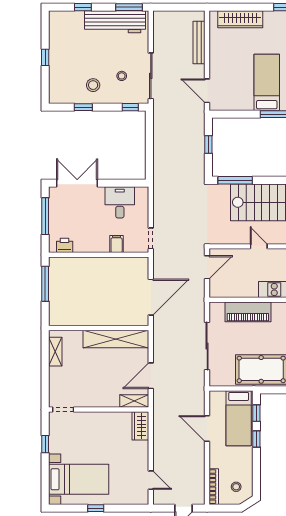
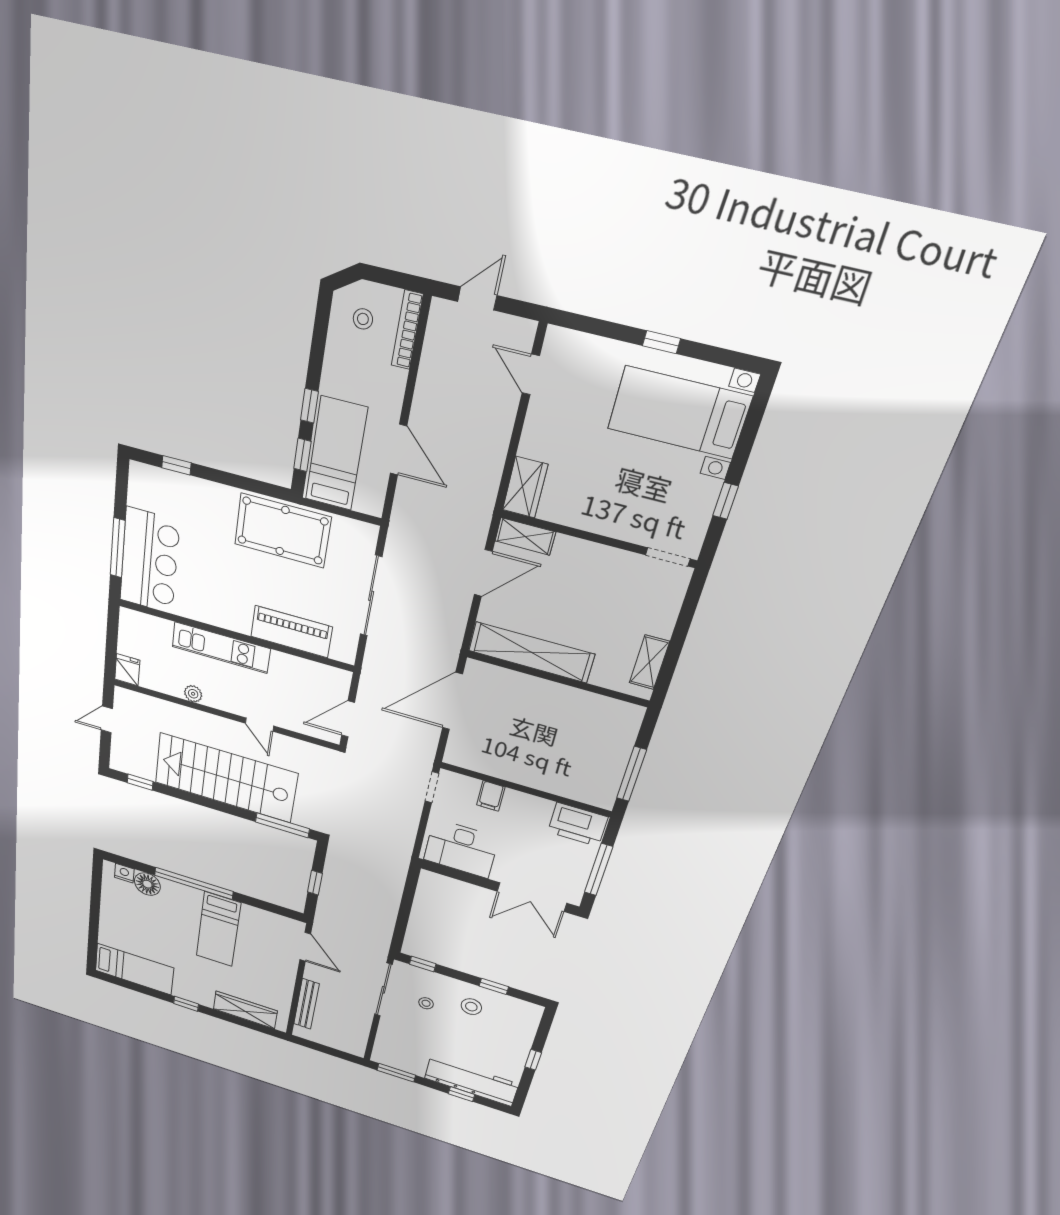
workbench: (115, 22) -> (471, 1081), moved
desk: (120, 202) -> (461, 849), width x1.37
printer: (65, 245) -> (578, 825), width x1.87, depth x1.48

